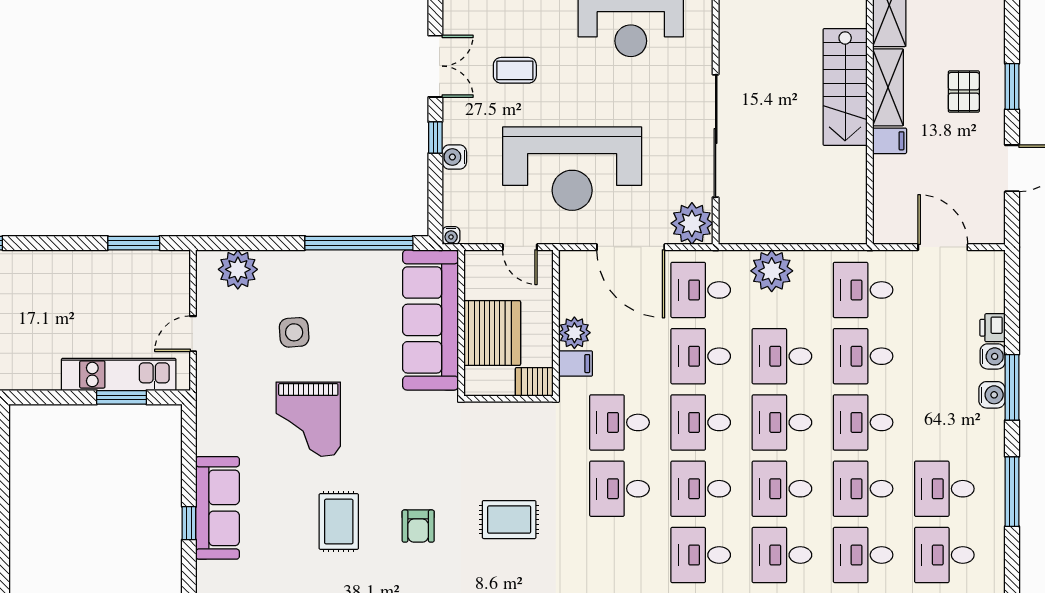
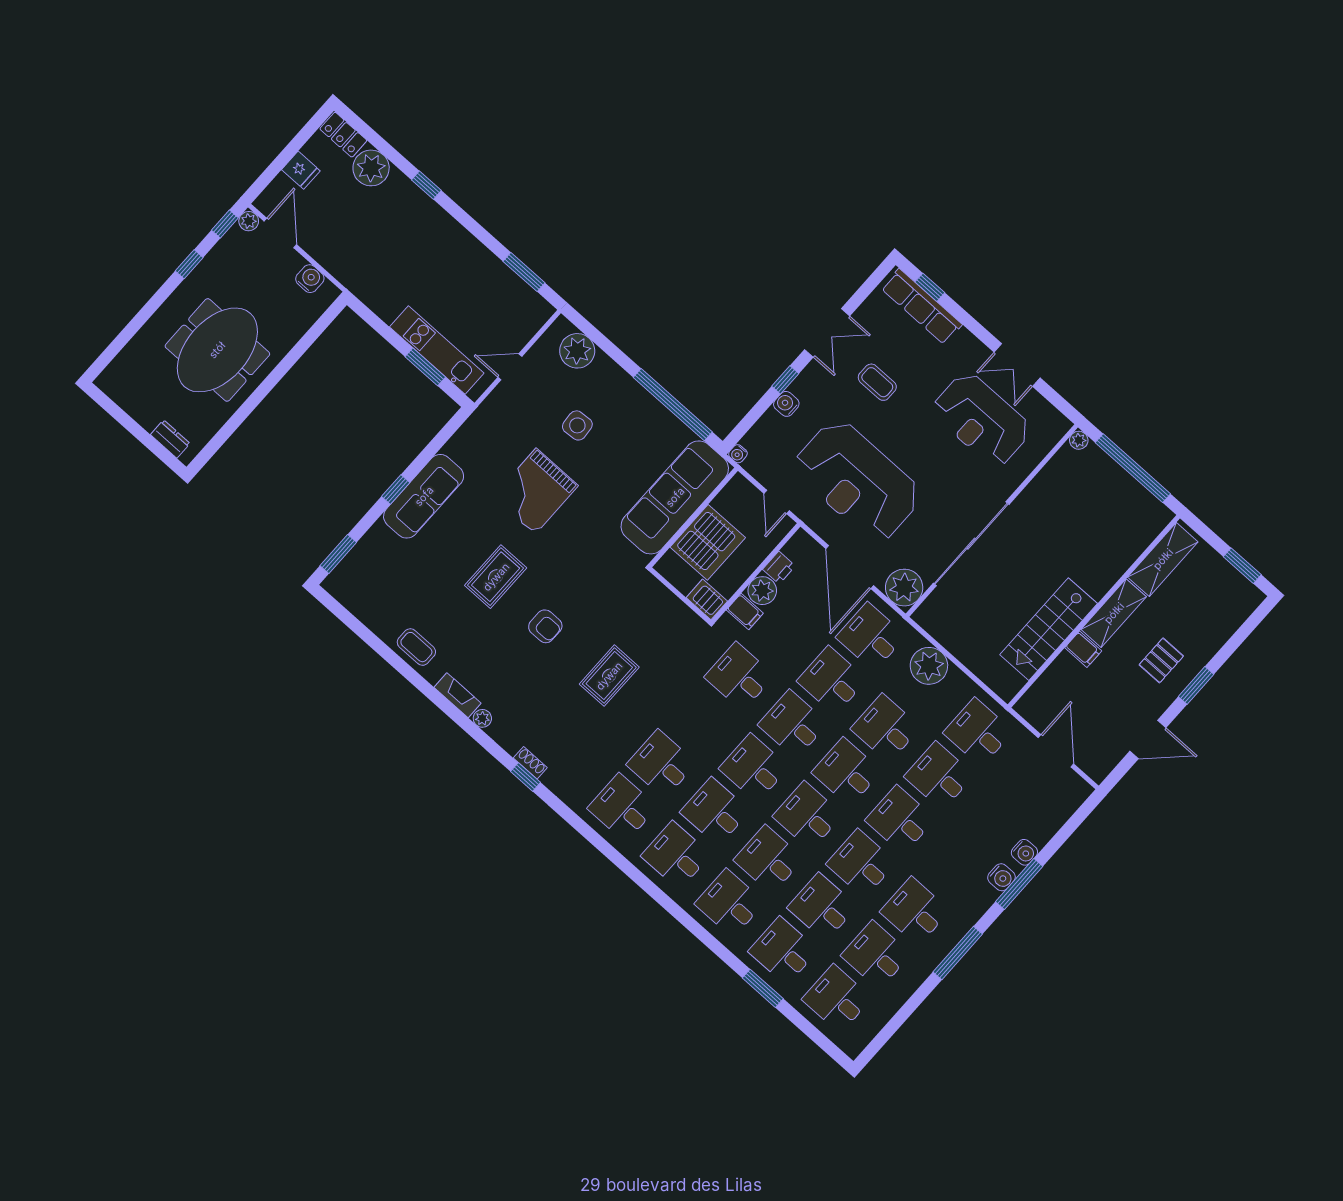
stairs: (845, 87) -> (1049, 629), moved
printer: (993, 328) -> (779, 568), moved, turned 180
desk: (619, 489) -> (661, 764), moved
rug: (509, 520) -> (609, 676), turned 90
armchair: (418, 526) -> (545, 626), turned -90

